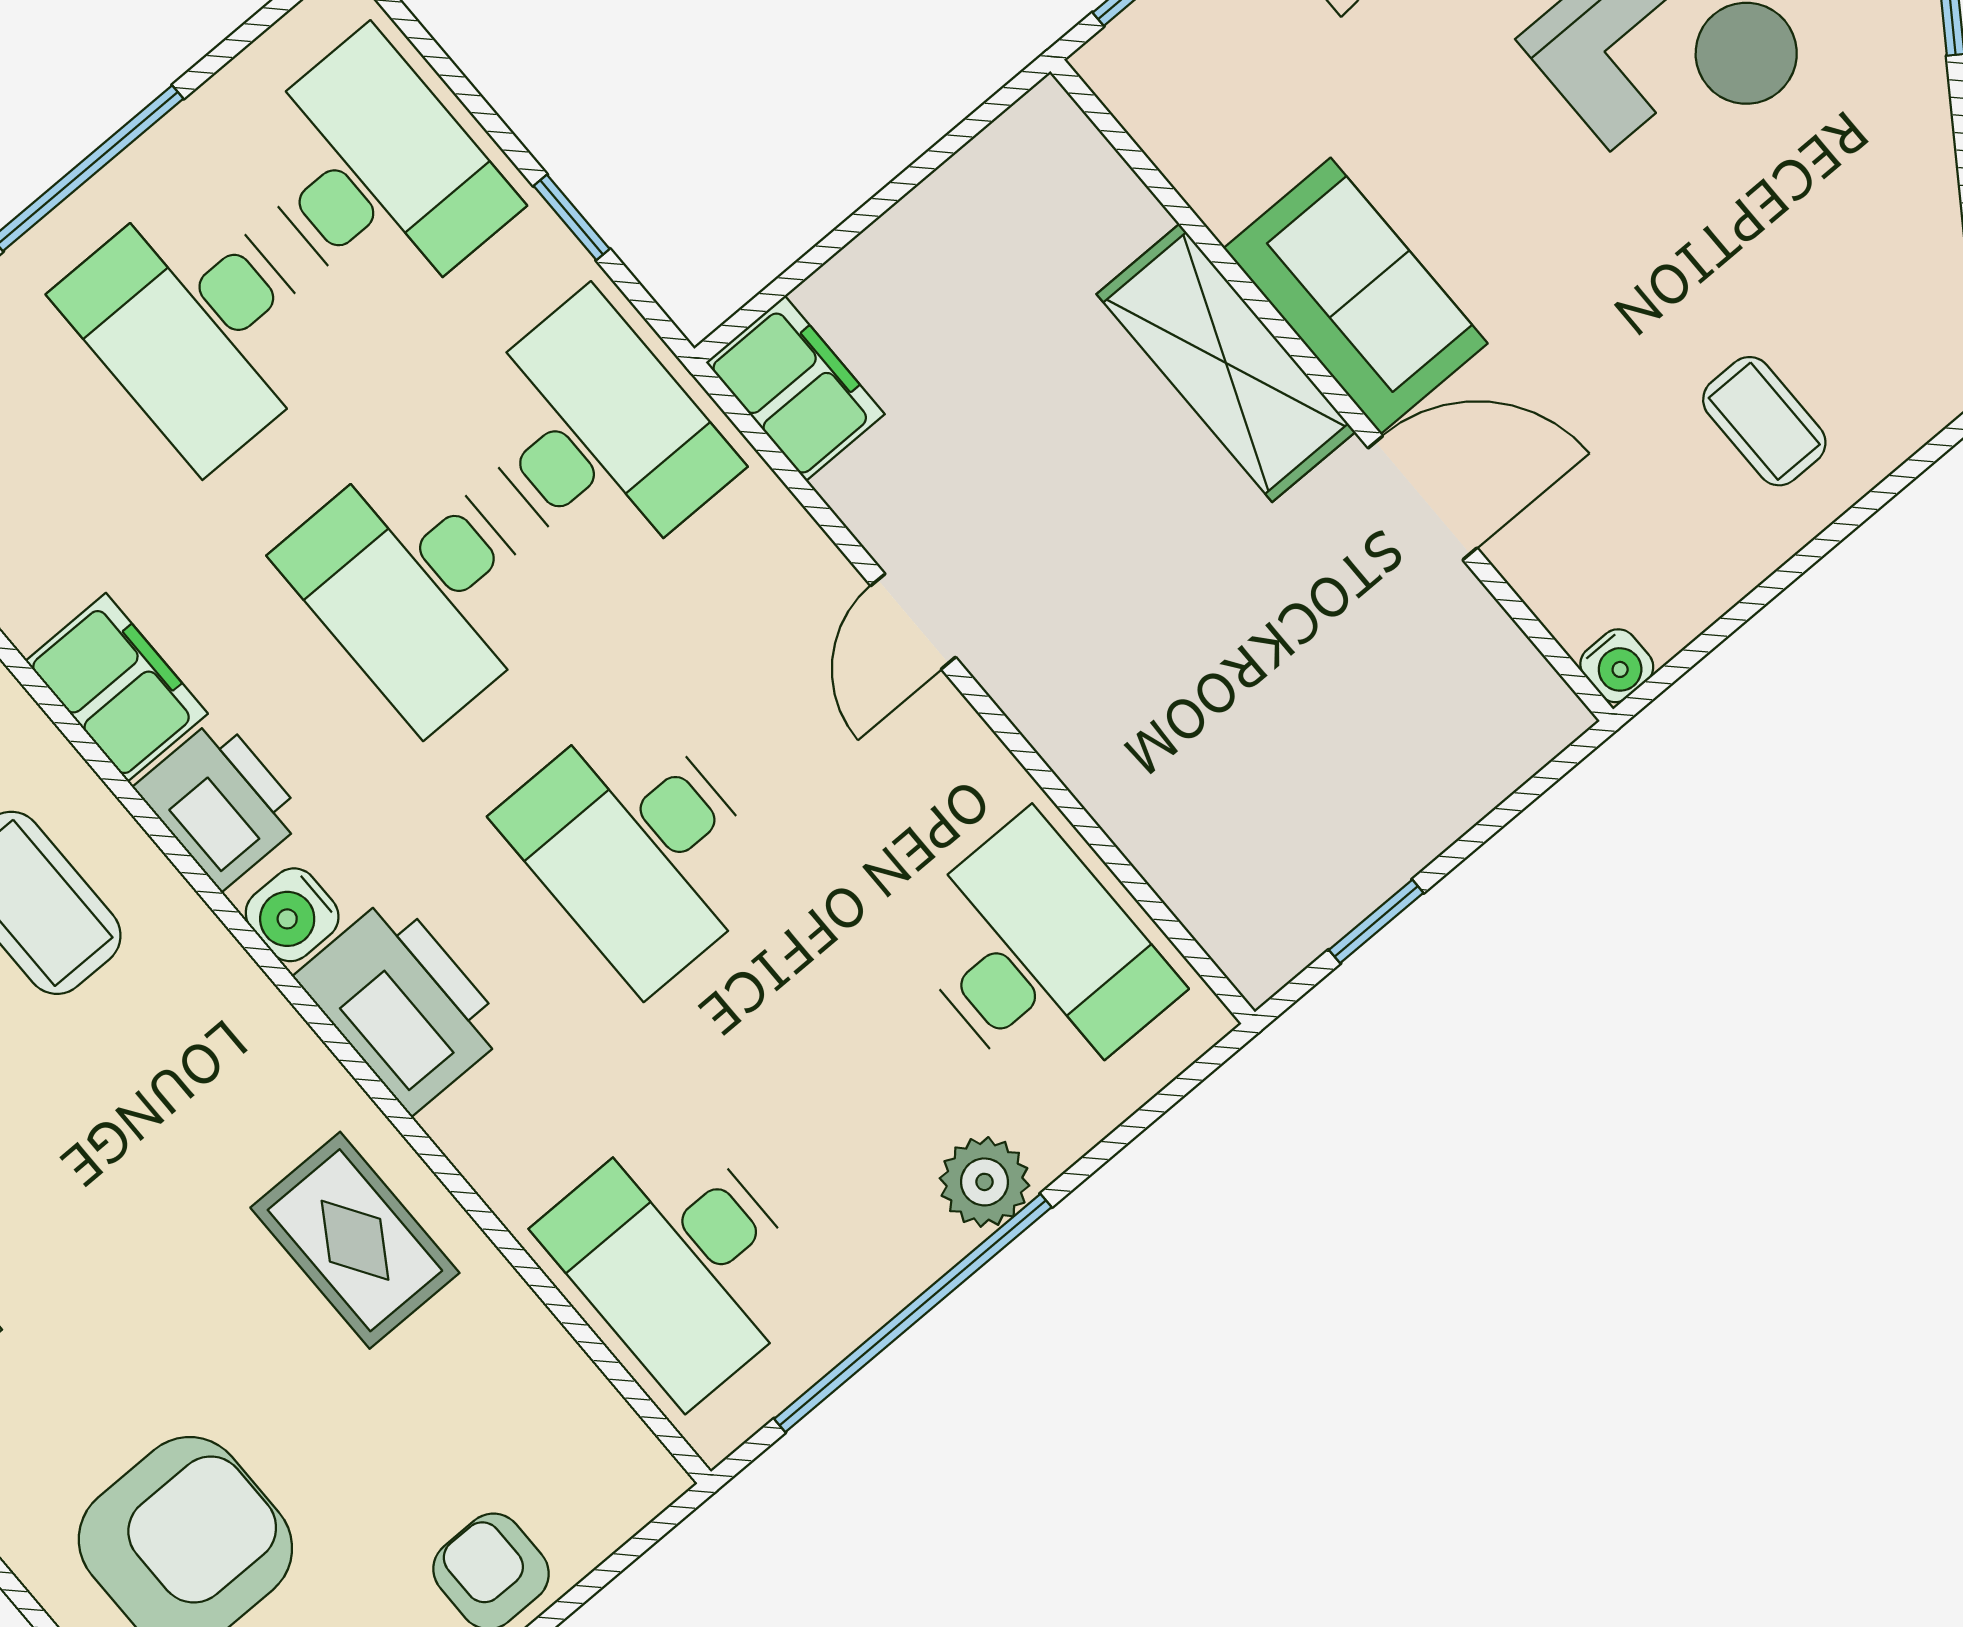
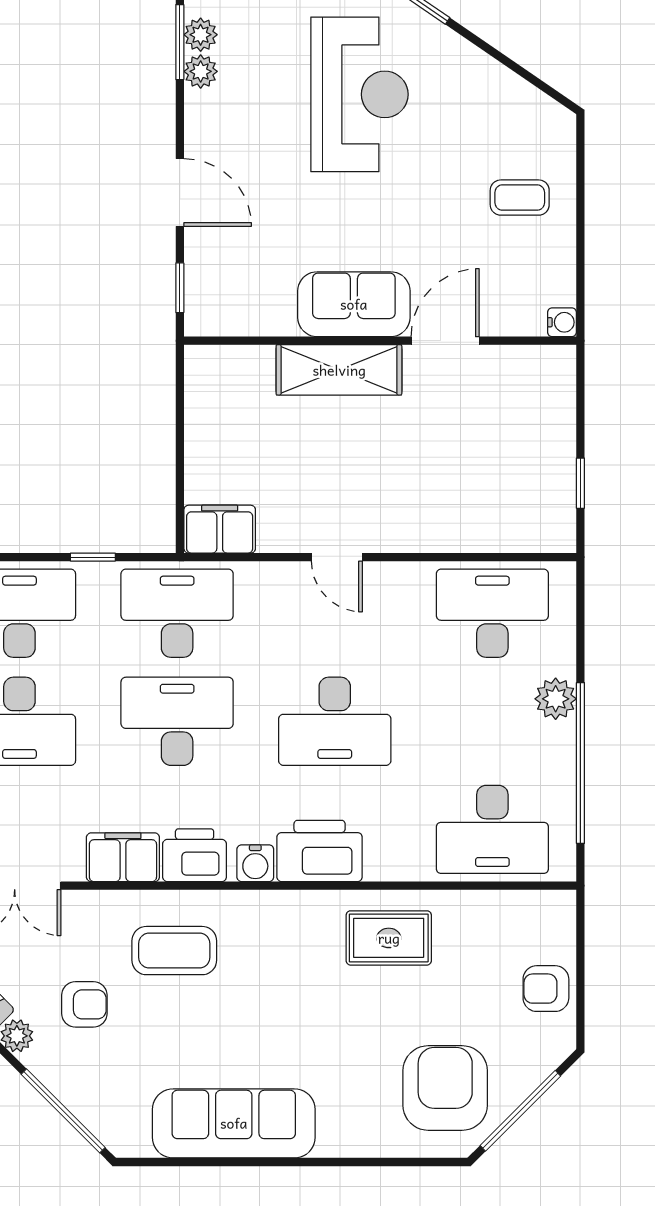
desk: (418, 587) -> (177, 721), turned 180

